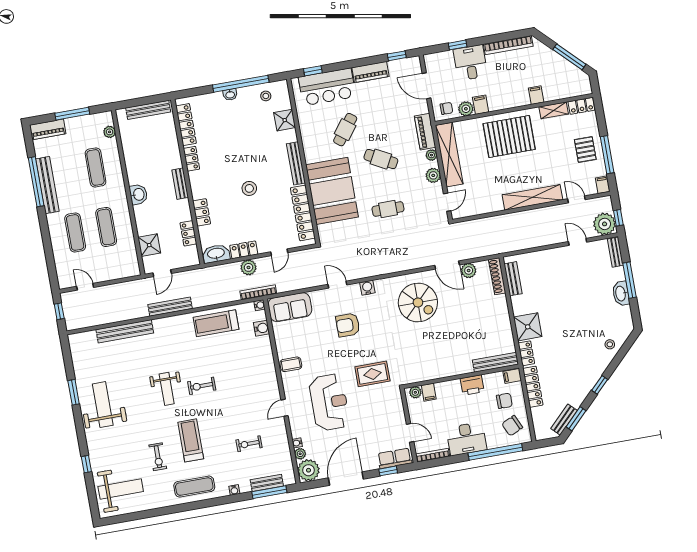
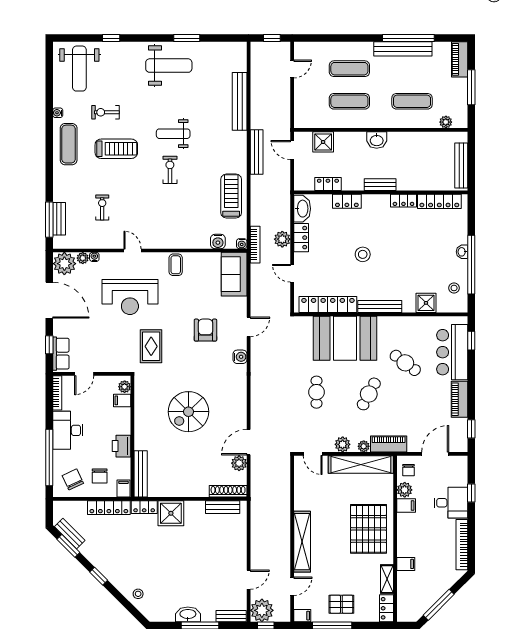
spiral stairs: (418, 303) -> (188, 412), moved
water cooler: (234, 490) -> (58, 113), moved

